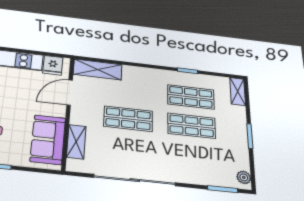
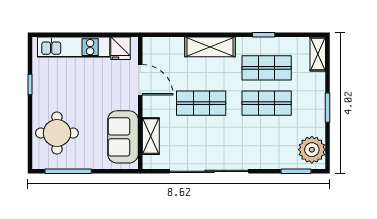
shelving: (98, 69) -> (210, 47), moved
door: (70, 93) -> (140, 80), swing flipped
plant: (244, 177) -> (312, 150), width x1.87, depth x1.87

